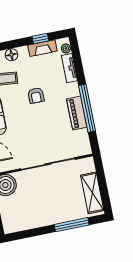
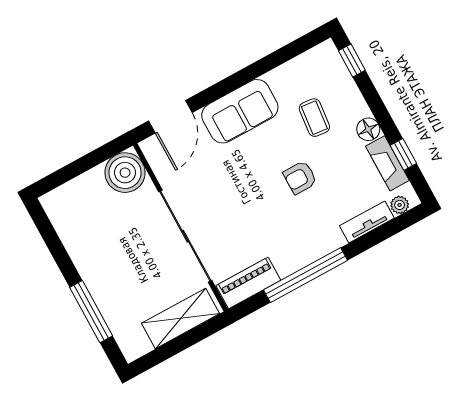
floor lamp: (11, 55) -> (368, 129), moved
piano: (77, 113) -> (248, 283), moved
shelving: (92, 193) -> (181, 318), moved

